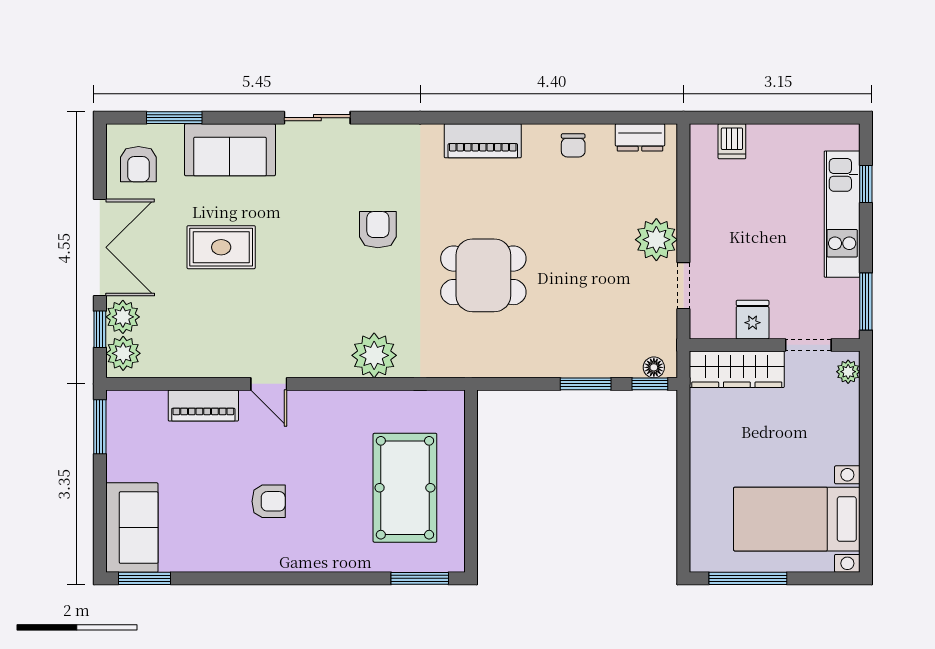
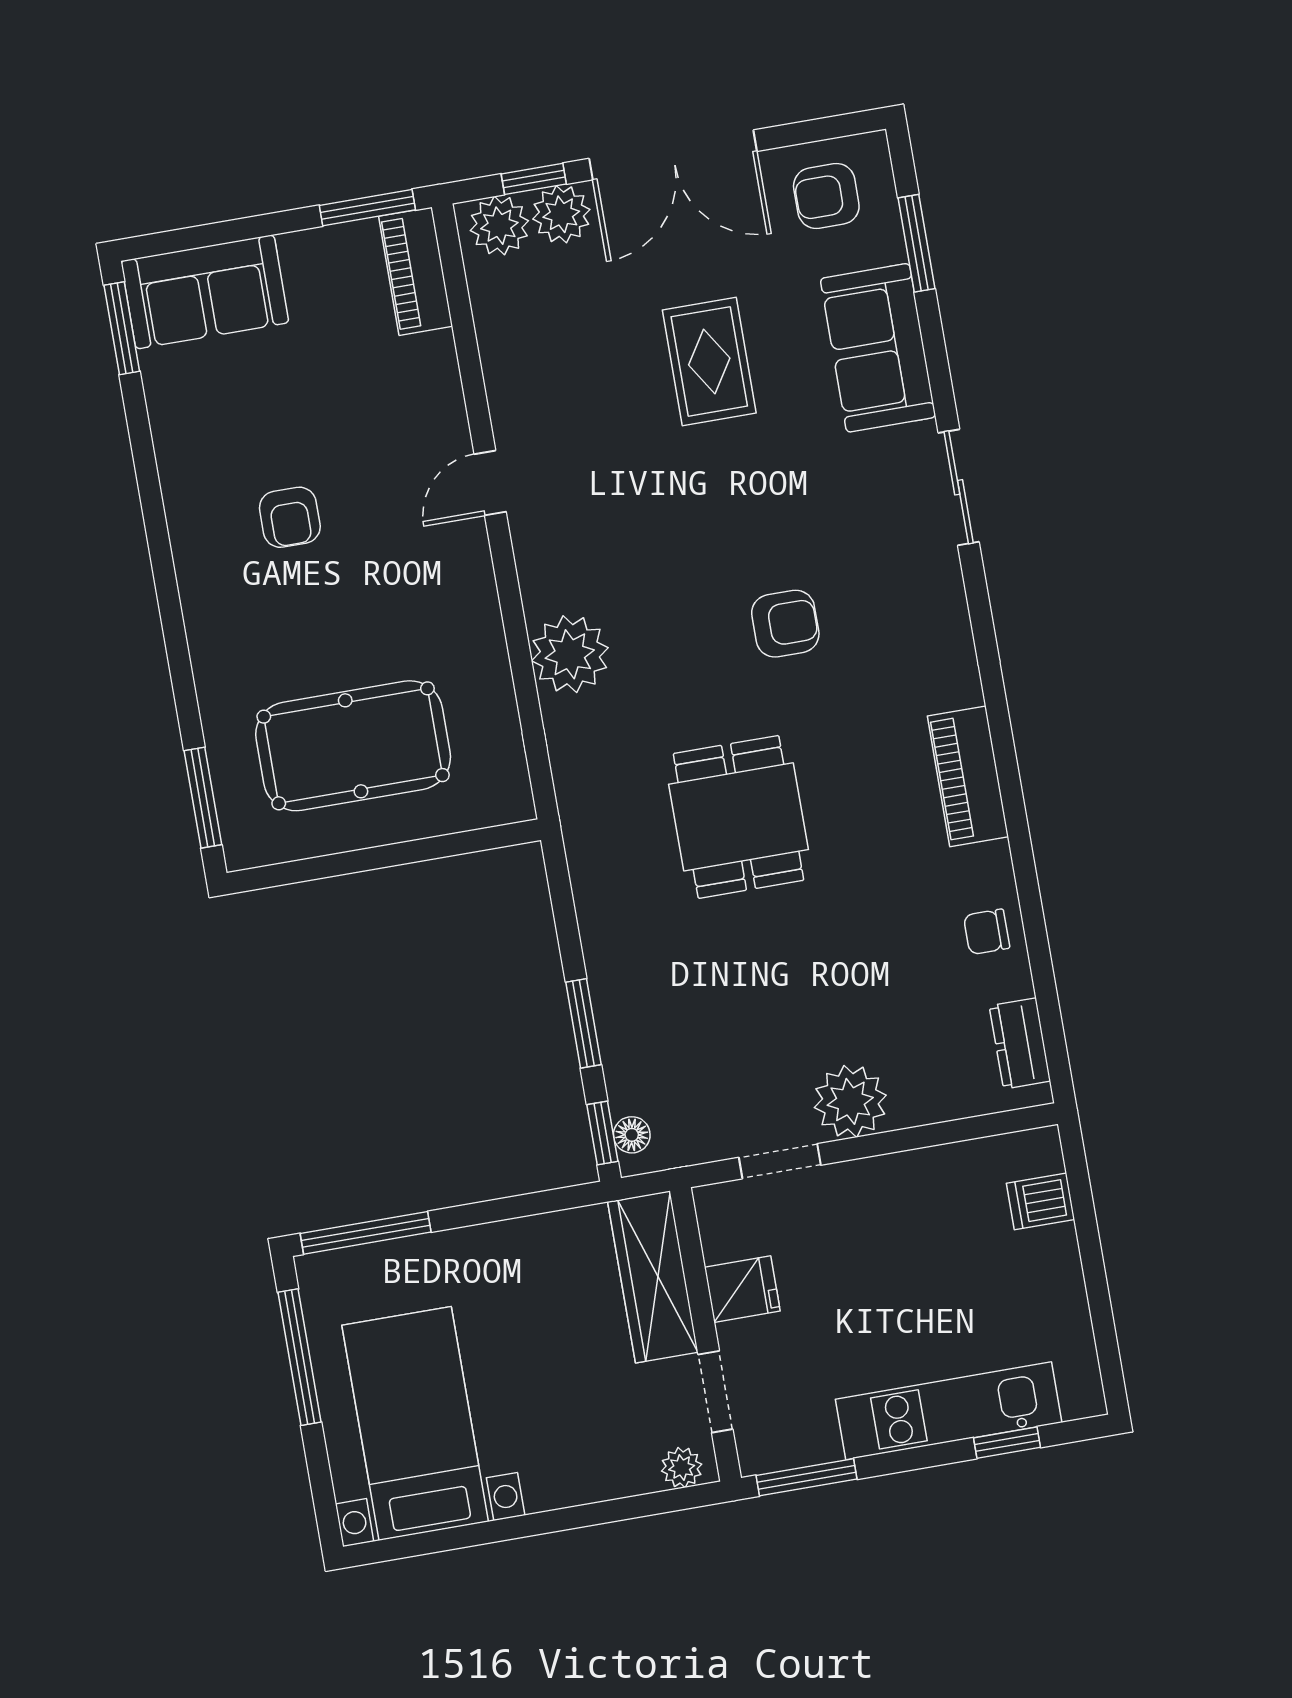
piano: (203, 406) -> (416, 271), moved
window: (683, 528) -> (366, 1233), added

